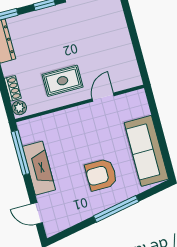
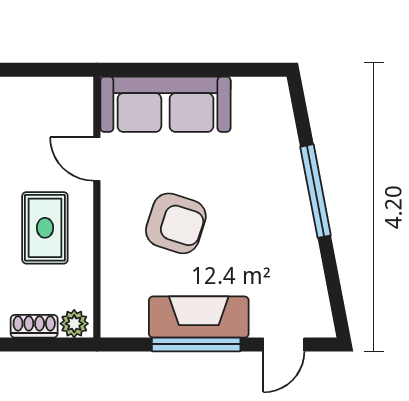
sofa: (146, 151) -> (165, 104), moved
window: (20, 153) -> (196, 344), moved
armchair: (101, 175) -> (176, 223), moved, turned -72

